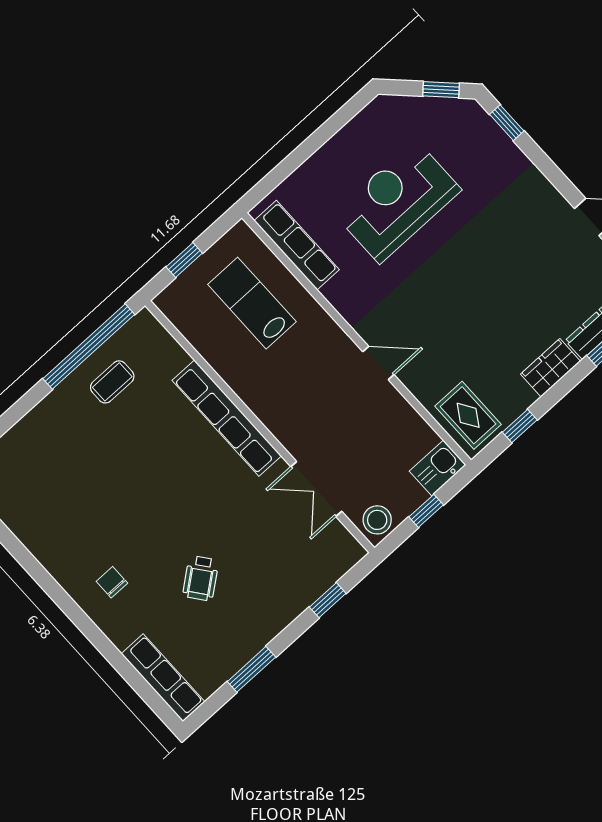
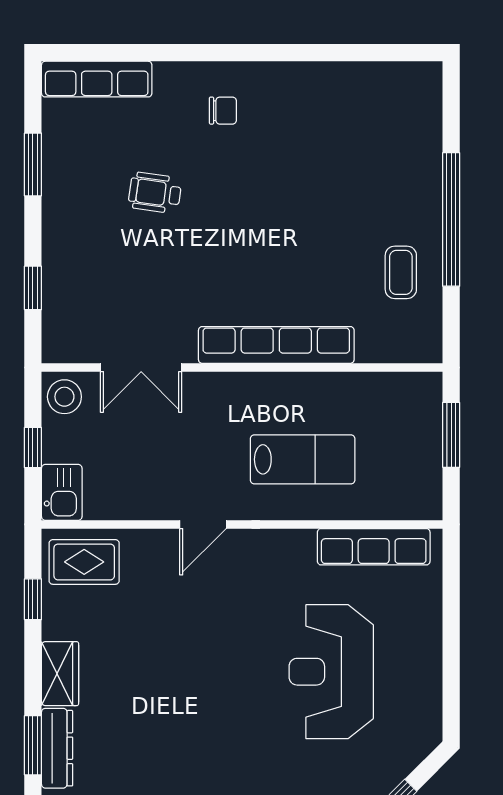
reception desk: (398, 201) -> (331, 672), turned 180
window: (184, 260) -> (451, 435), width x1.50
lab bench: (252, 303) -> (303, 459), moved
window: (89, 347) -> (451, 219), moved
double door: (316, 489) -> (141, 368), swing flipped
wheelchair: (201, 578) -> (155, 193), turned -44

